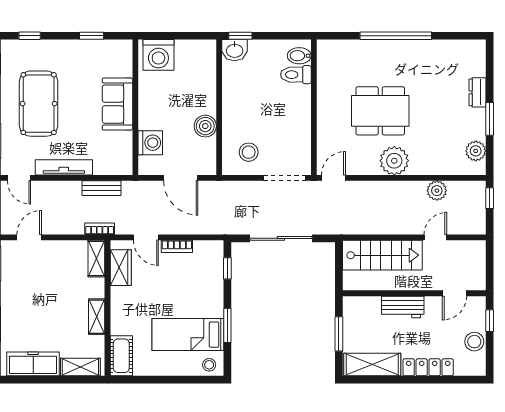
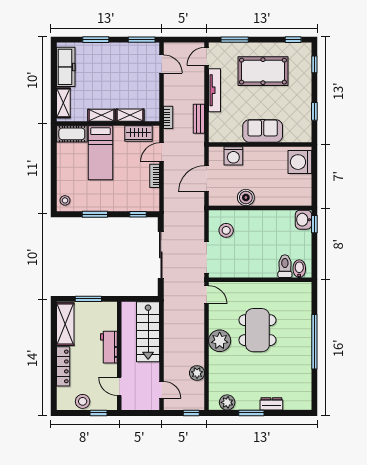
door: (435, 237) -> (162, 390), moved
shelving: (96, 259) -> (130, 115), moved
bed: (188, 335) -> (101, 153), moved, turned 180

